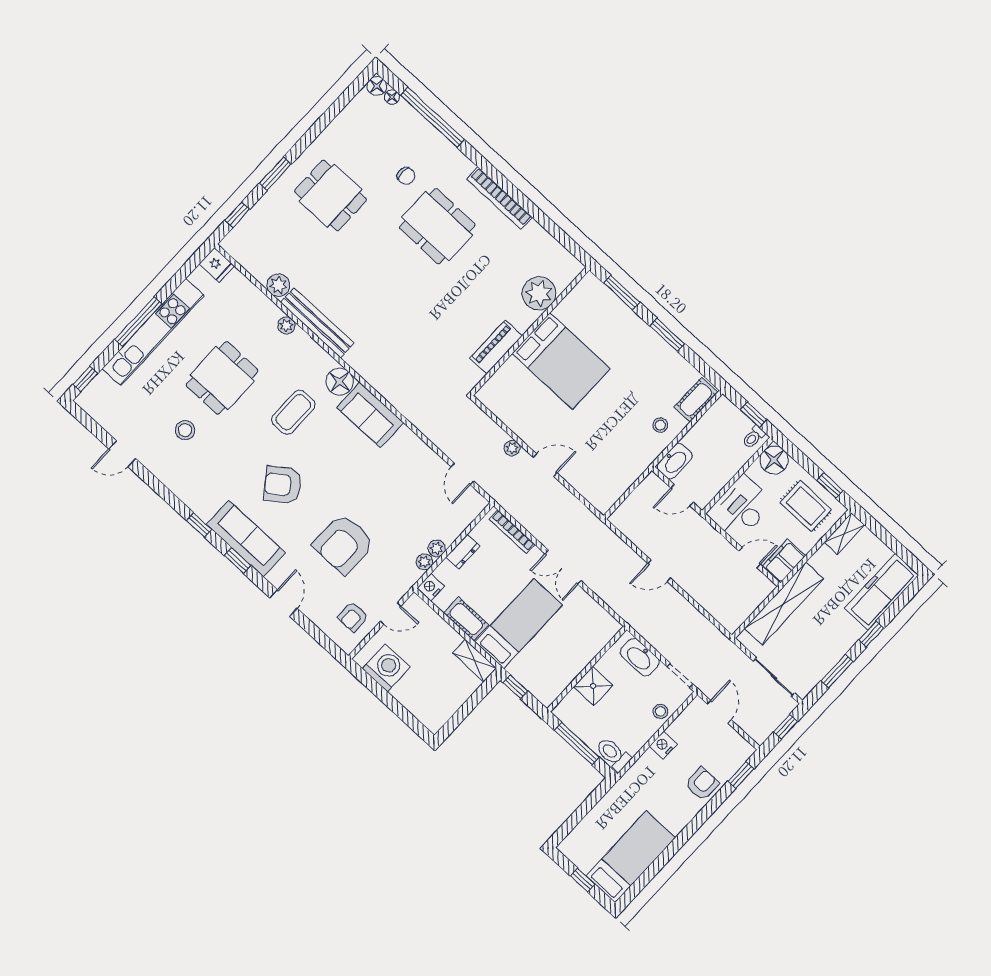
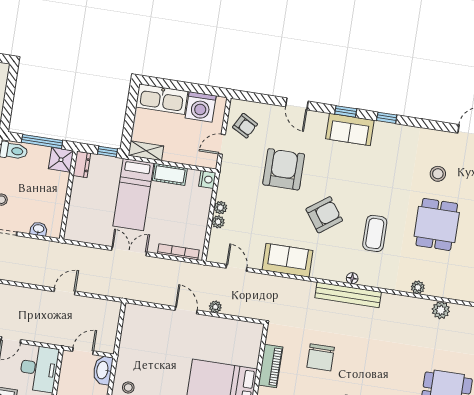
chair: (438, 321) -> (321, 357), added
bench: (317, 323) -> (348, 295), moved
floor lamp: (340, 382) -> (352, 278), width x0.53, depth x0.53
sofa: (370, 415) -> (288, 260), moved
door: (545, 465) -> (186, 310), swing flipped
armchair: (283, 485) -> (324, 215), moved
sofa: (246, 539) -> (350, 130), width x0.73
dresser: (463, 552) -> (82, 164), moved, turned 180
plant: (424, 562) -> (218, 222), moved
armchair: (353, 617) -> (245, 126), turned 119
washbasin: (640, 657) -> (39, 229), width x0.52, depth x0.69
shower: (593, 686) -> (61, 160), moved
kitchen sink: (422, 703) -> (162, 99), added

